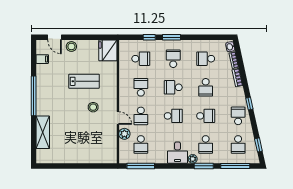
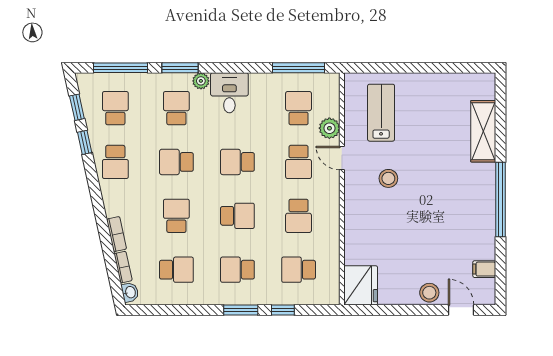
school desk: (173, 59) -> (237, 270), turned 90
lab bench: (84, 81) -> (381, 113), moved, turned 90
window: (249, 104) -> (85, 142), moved
school desk: (141, 116) -> (299, 162), turned 180

